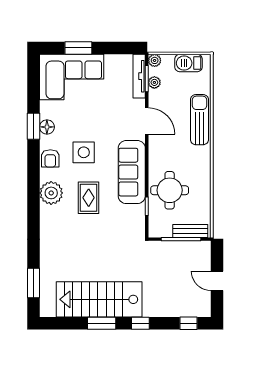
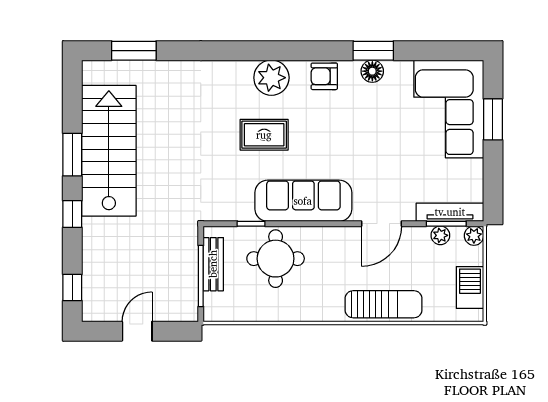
side table: (84, 152) -> (334, 127), removed
bench: (190, 231) -> (213, 264), moved

